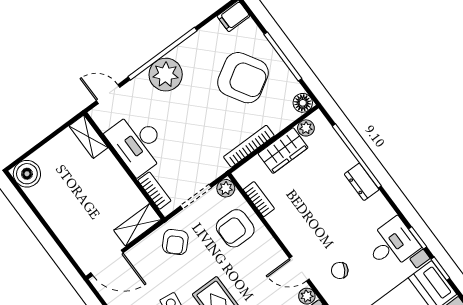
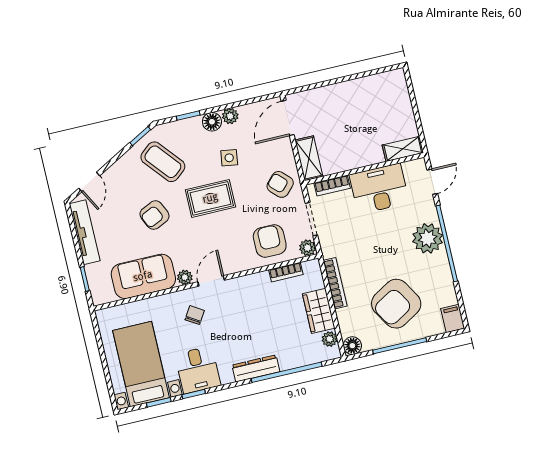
boiler: (27, 174) -> (394, 82), removed
dresser: (362, 182) -> (256, 368), width x1.44

